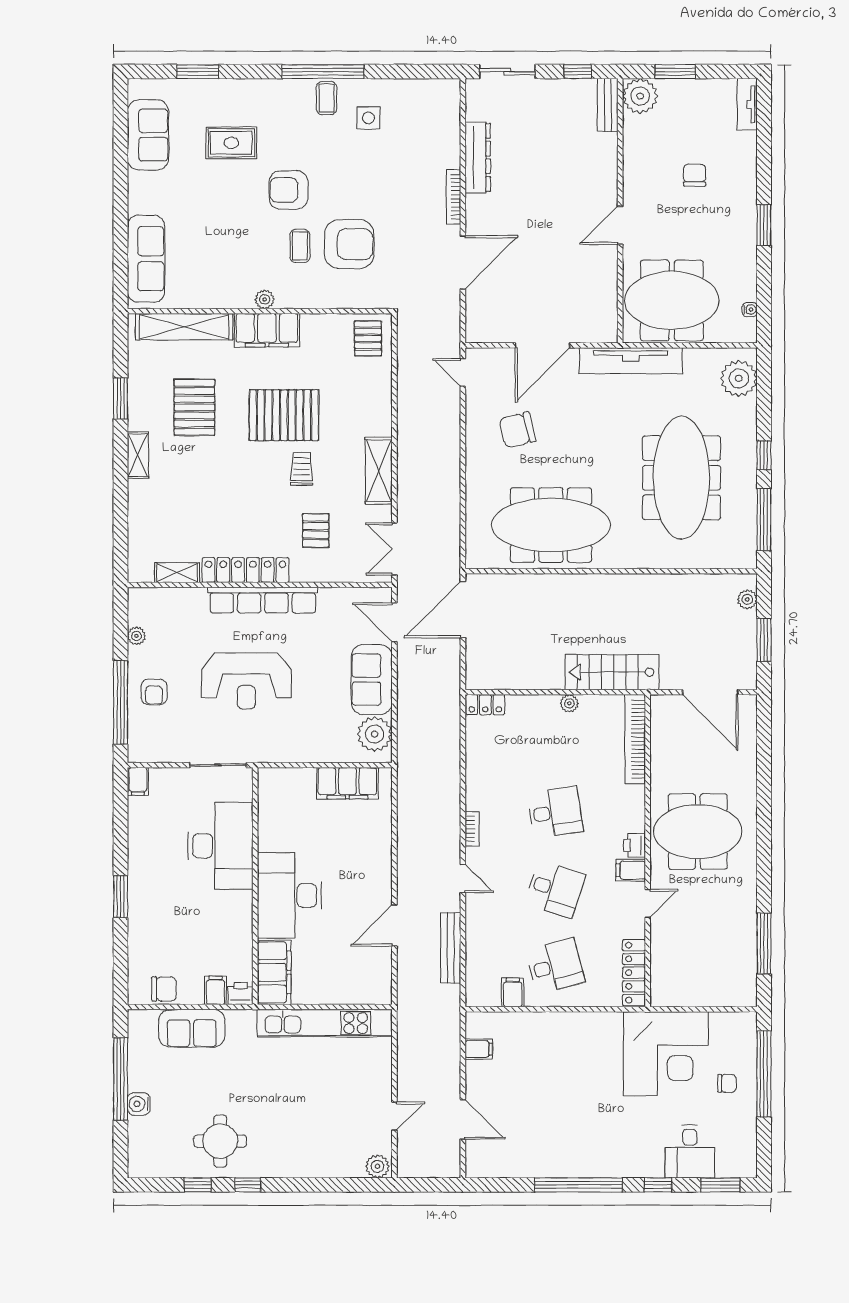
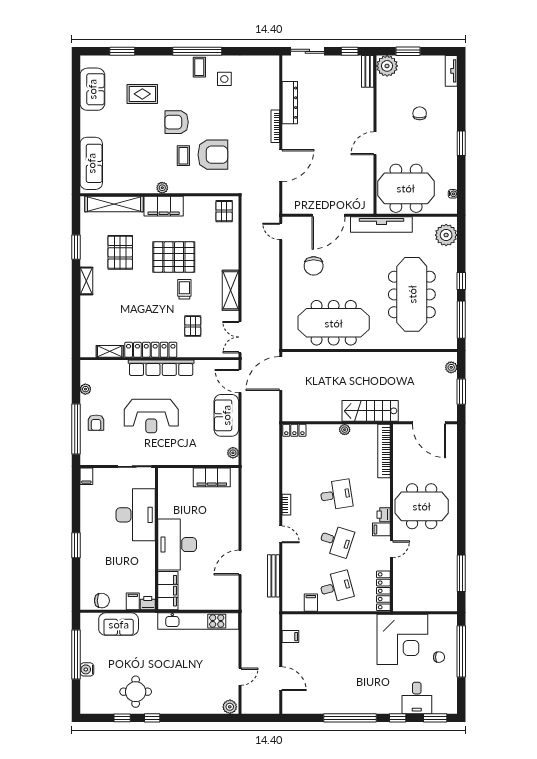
chair: (517, 430) -> (314, 266), turned -76
plant: (375, 734) -> (233, 453), width x0.53, depth x0.53

